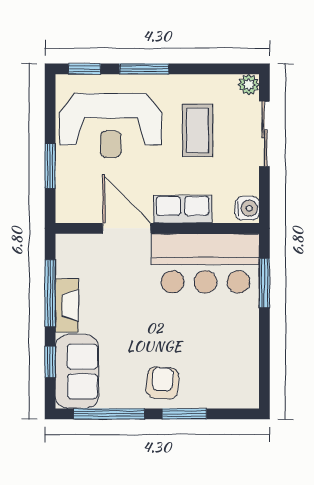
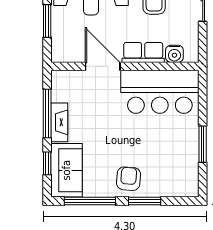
water cooler: (247, 208) -> (174, 54), moved, turned 90
window: (264, 283) -> (203, 144), moved

